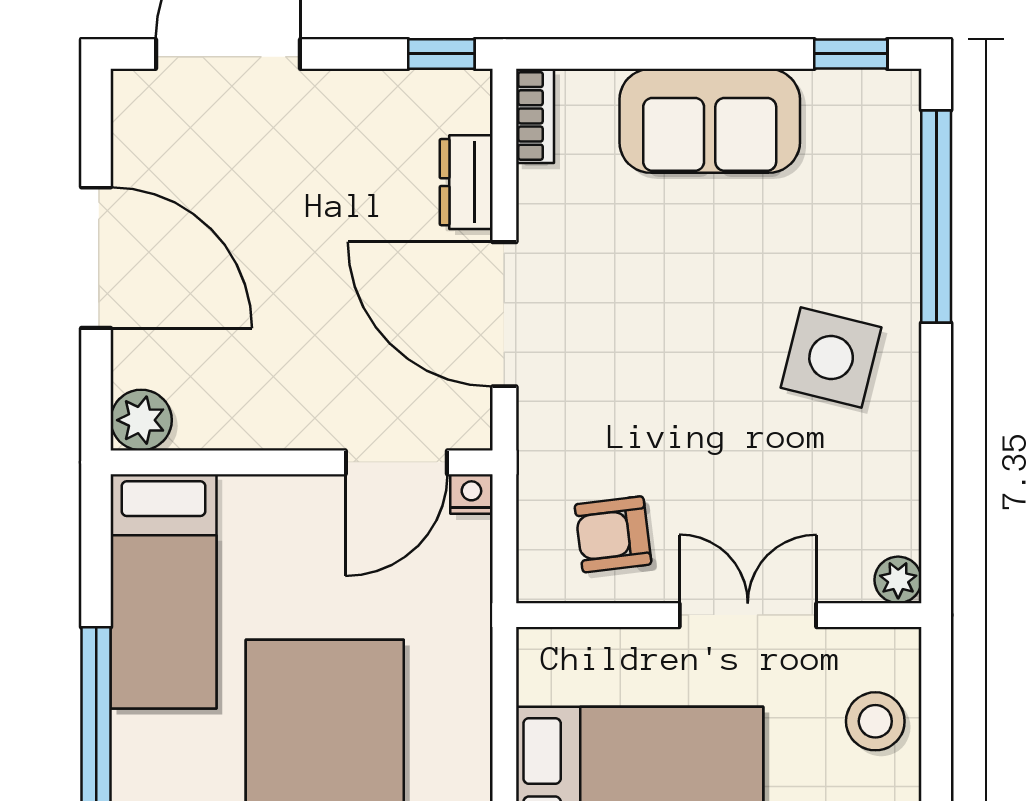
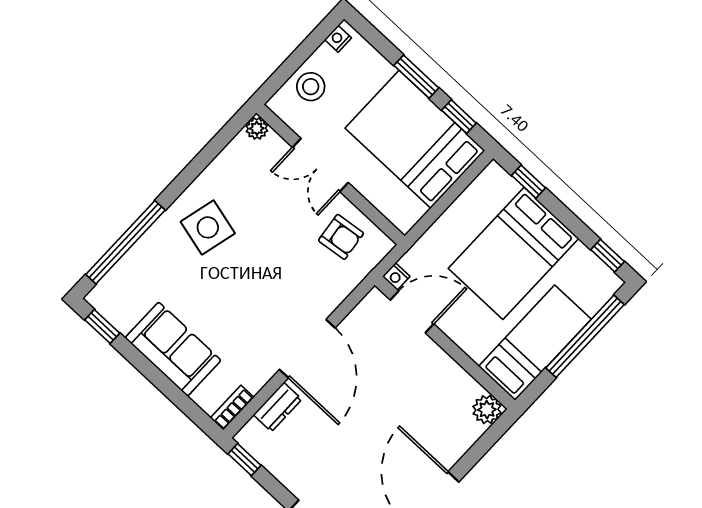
plant: (141, 420) -> (487, 410), moved
wall: (302, 462) -> (445, 343), moved
door: (396, 462) -> (412, 312), moved
nightstand: (471, 494) -> (396, 277), moved
bed: (164, 591) -> (535, 343), moved

